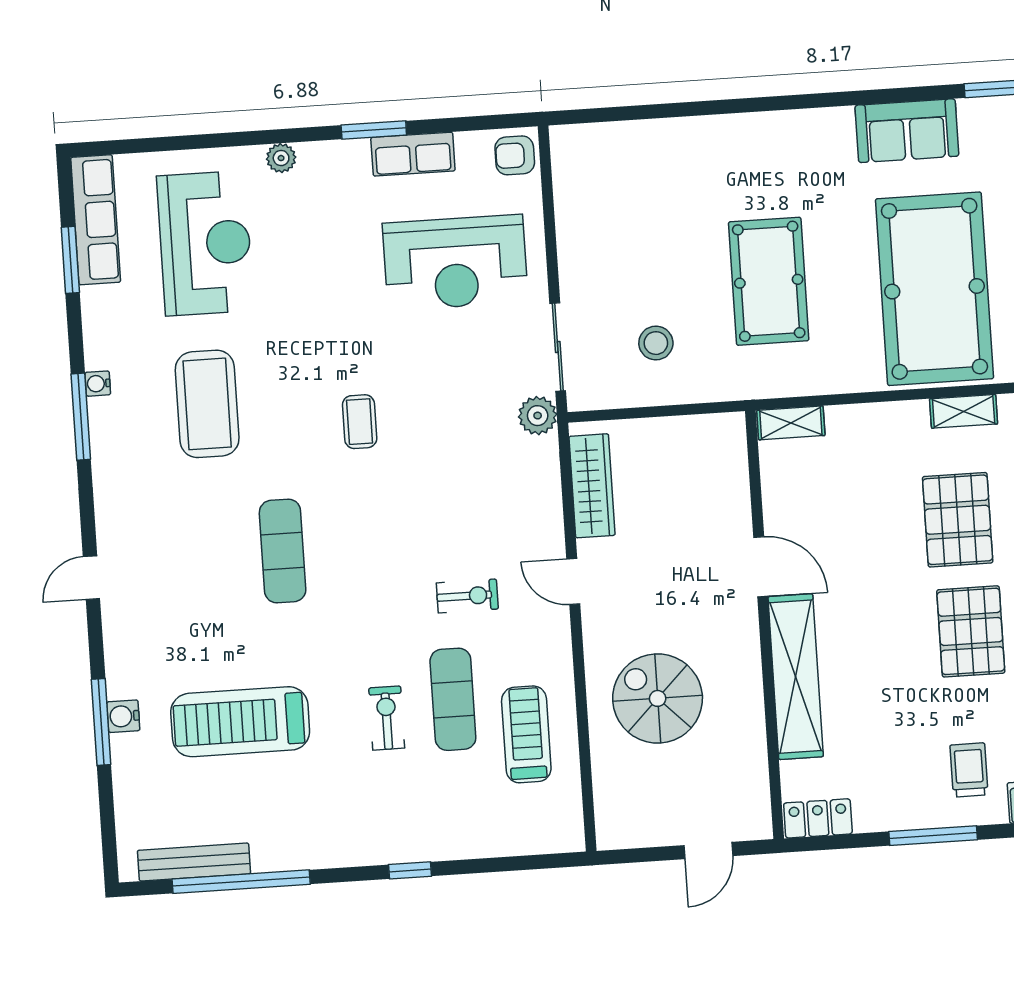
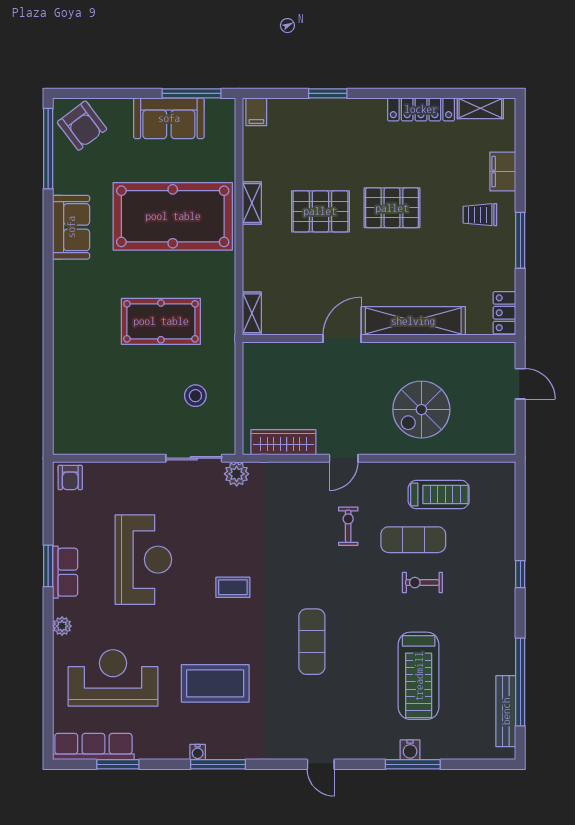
row of seats: (413, 154) -> (65, 572), moved
reception desk: (455, 263) -> (143, 560), moved
exercise mat: (283, 551) -> (312, 642), turned 90
treadmill: (526, 734) -> (439, 495), turned 180

